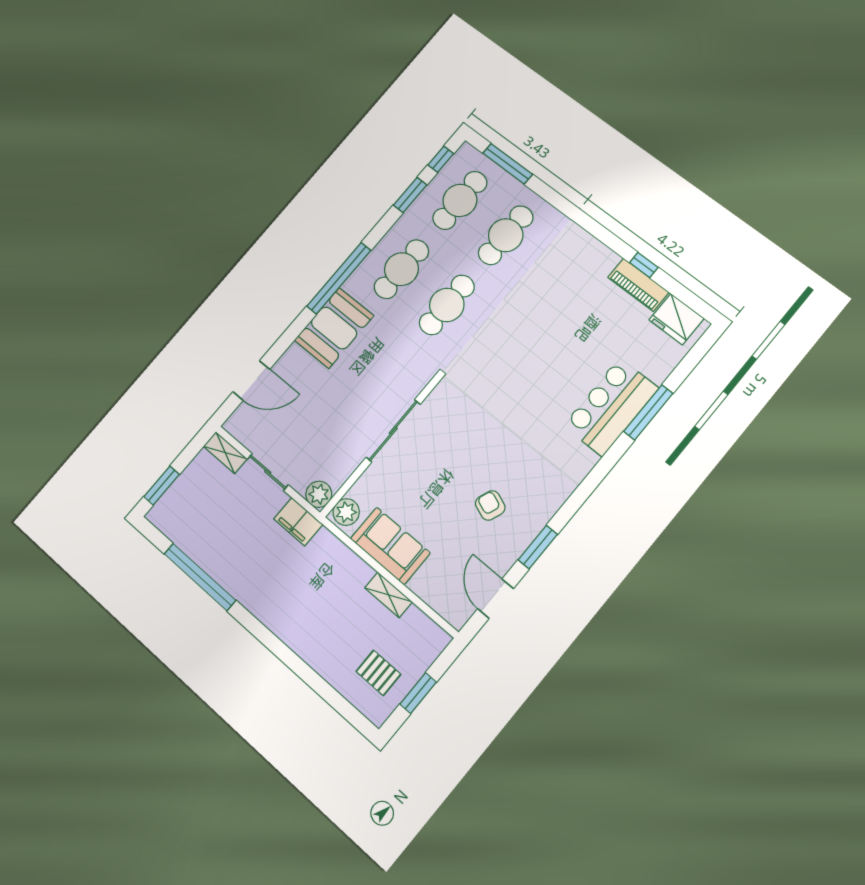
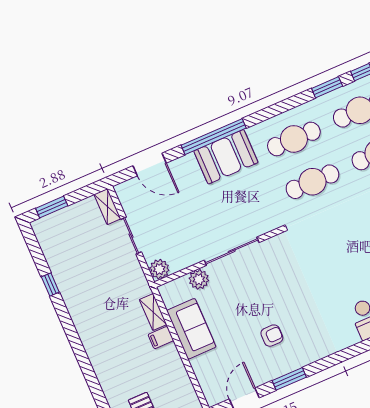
window: (339, 278) -> (214, 137), moved
armchair: (490, 505) -> (272, 336), turned 69
plant: (346, 512) -> (199, 279), moved
filing cabinet: (298, 522) -> (161, 338), moved, width x0.50
window: (200, 577) -> (50, 285), width x0.32
shelving: (388, 595) -> (153, 312), moved

